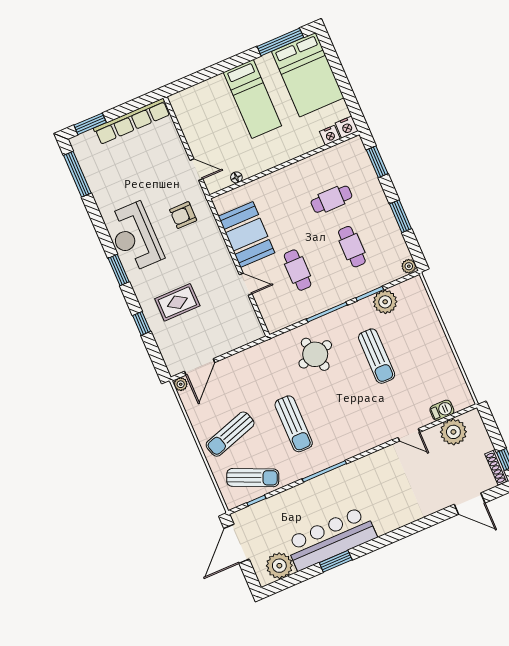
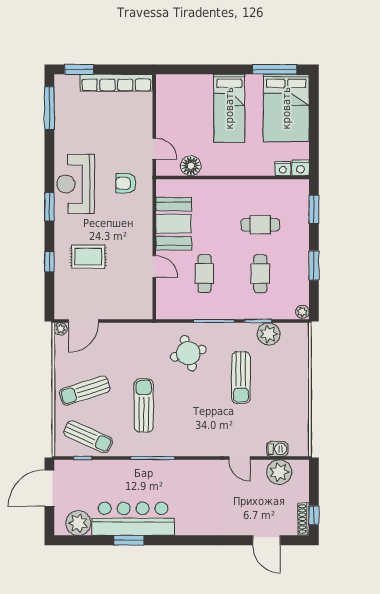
floor lamp: (236, 177) -> (191, 166), width x1.89, depth x1.89
sun lounger: (294, 424) -> (144, 405), turned 180

